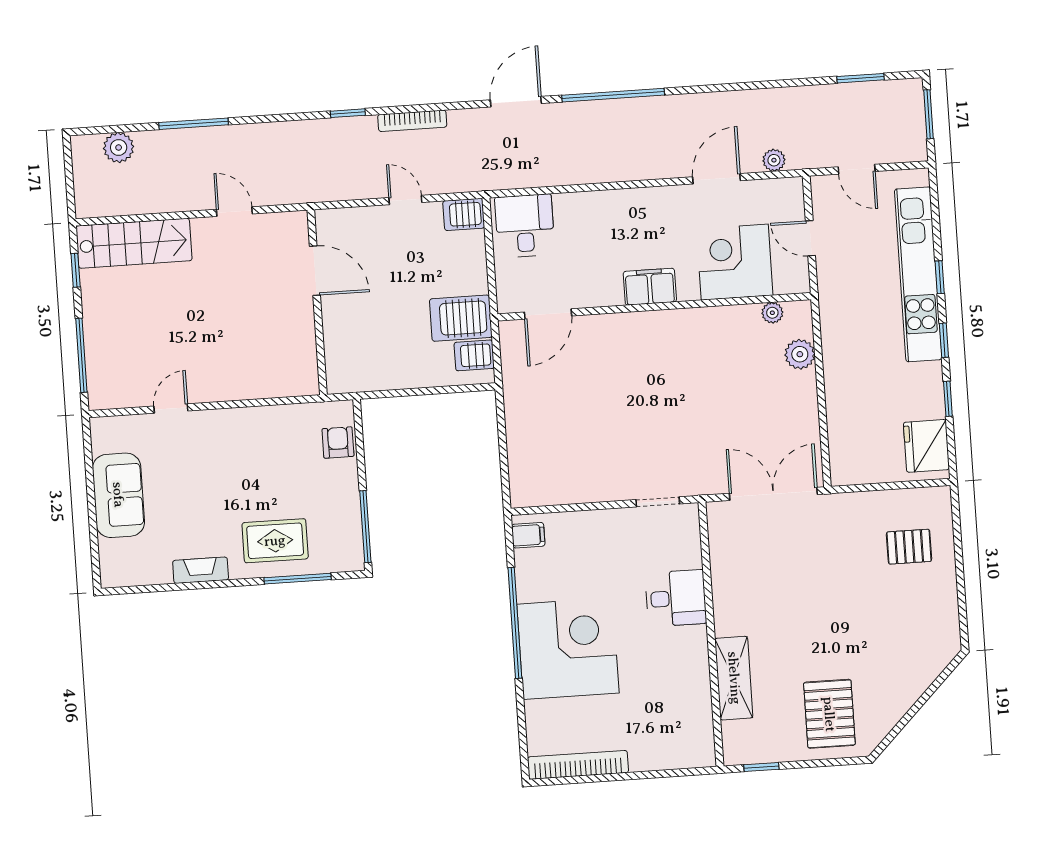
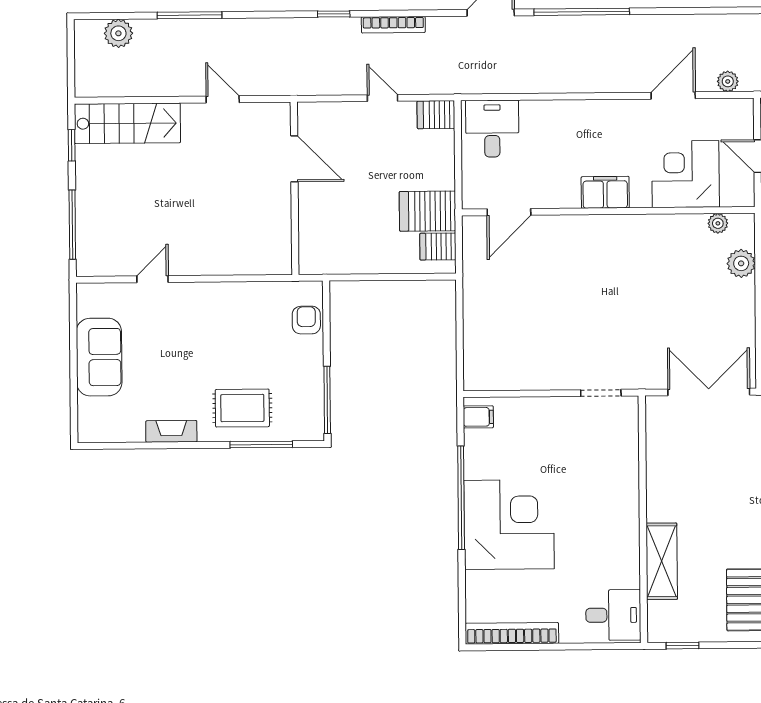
desk: (676, 598) -> (613, 615), moved

